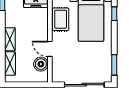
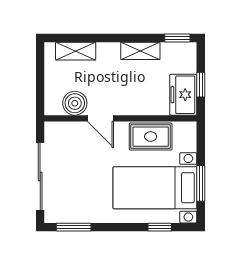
shelving: (10, 39) -> (140, 51), moved
door: (50, 49) -> (100, 118), swing flipped

